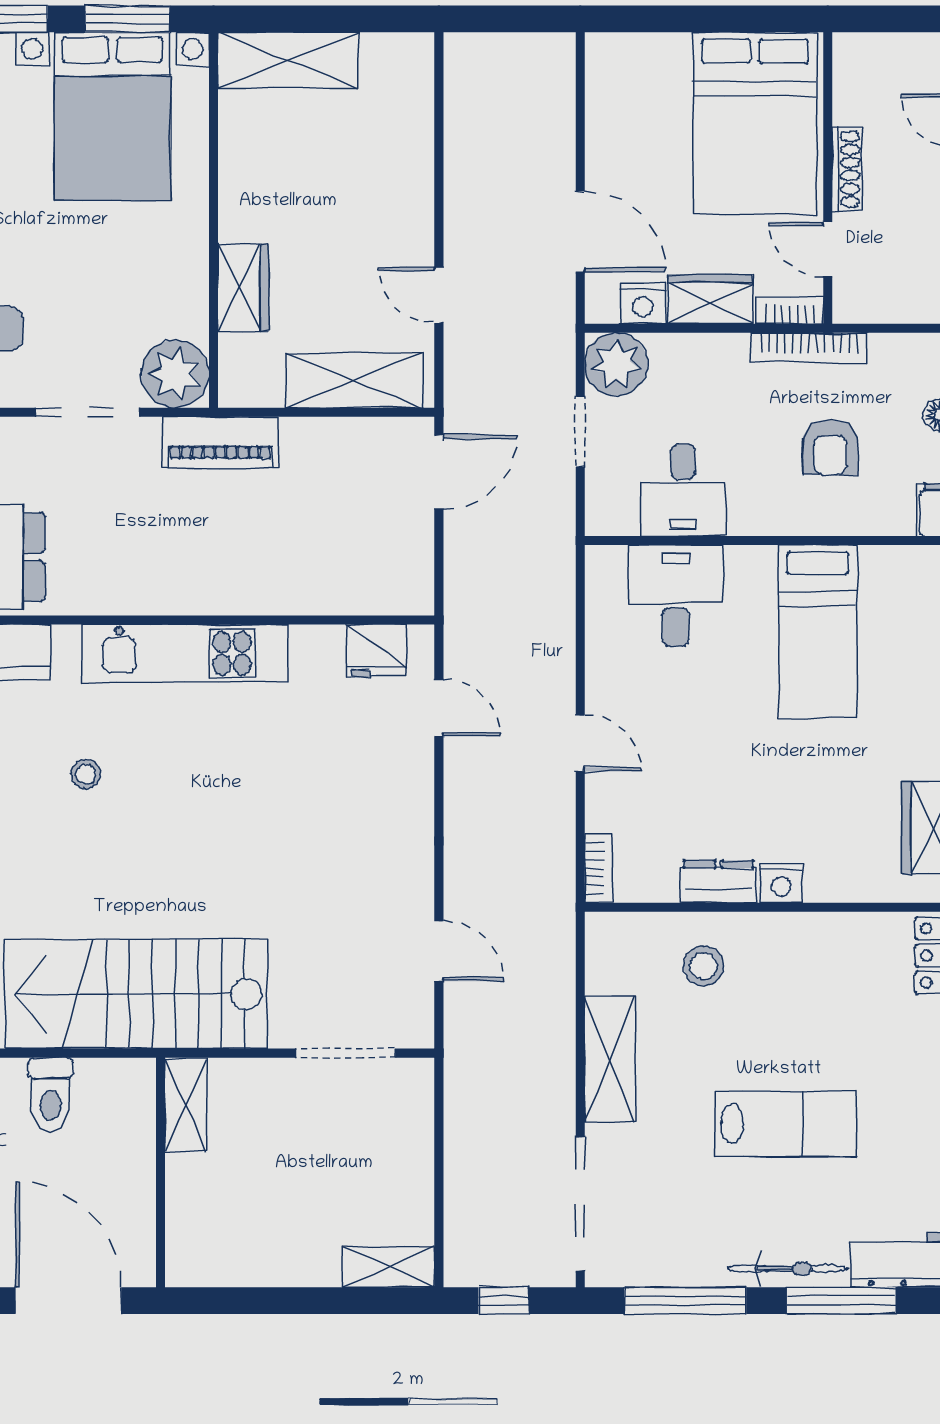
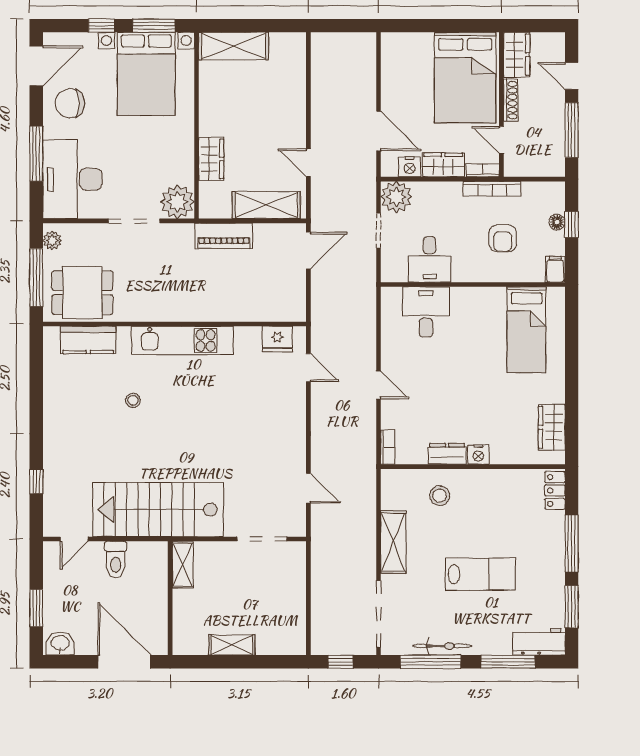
wardrobe: (859, 78) -> (517, 55), added
piano: (220, 443) -> (224, 236), moved
bed: (818, 631) -> (526, 330), moved
shelving: (388, 1267) -> (232, 645), moved
bicycle: (788, 1269) -> (442, 646), moved

